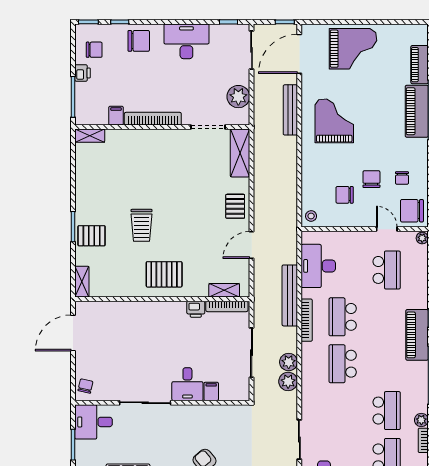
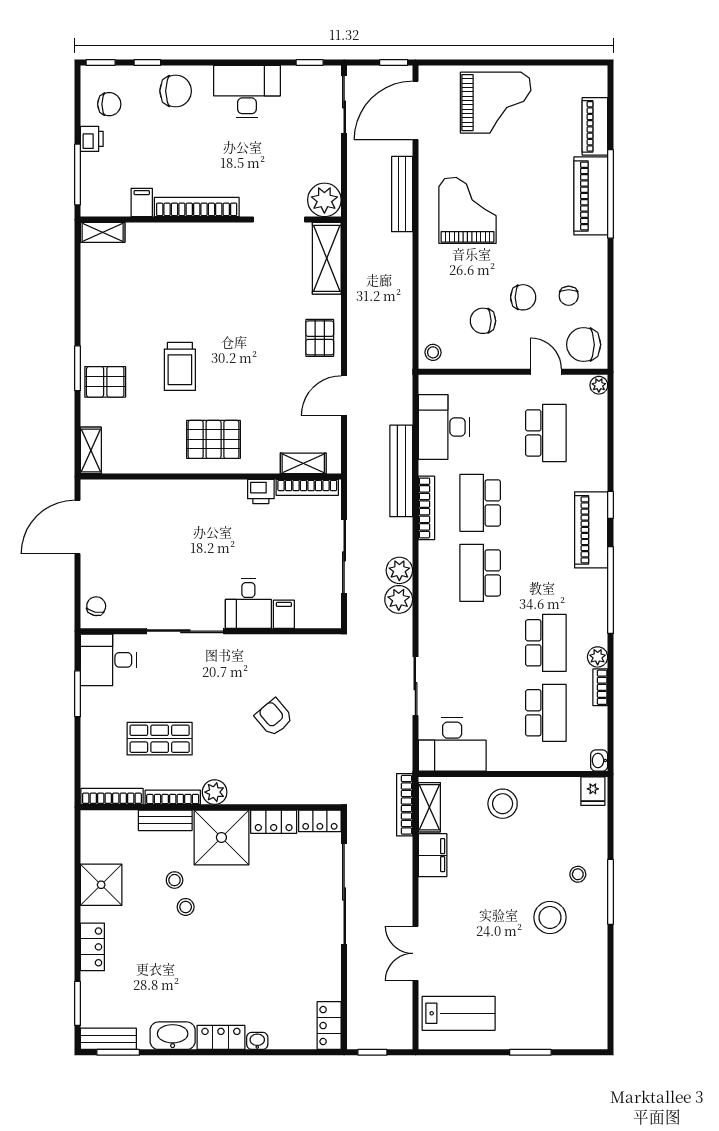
plant: (238, 97) -> (324, 200), moved
chair: (371, 179) -> (523, 297), turned 90

